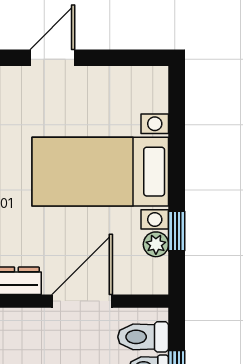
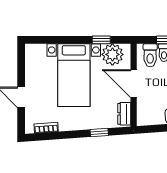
plant: (156, 244) -> (112, 54), width x1.87, depth x1.87

